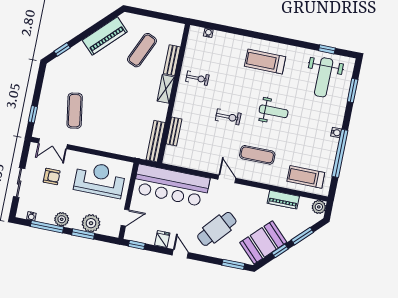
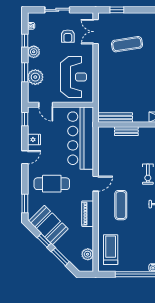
piano: (283, 200) -> (88, 214), moved
plant: (319, 207) -> (88, 254), moved
window: (47, 227) -> (25, 41), width x0.46
cafe table: (217, 229) -> (52, 184), turned -41

